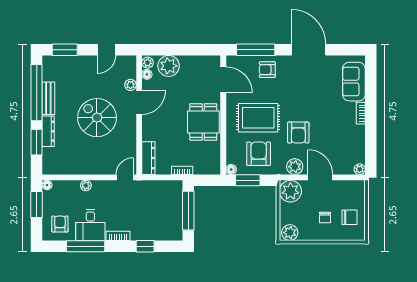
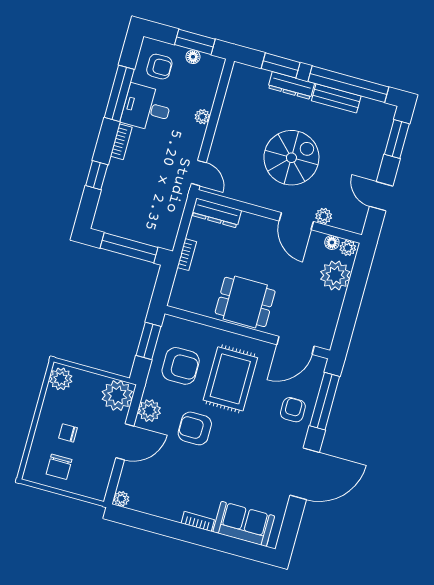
floor lamp: (231, 170) -> (169, 322), removed
floor lamp: (47, 185) -> (193, 57), moved

